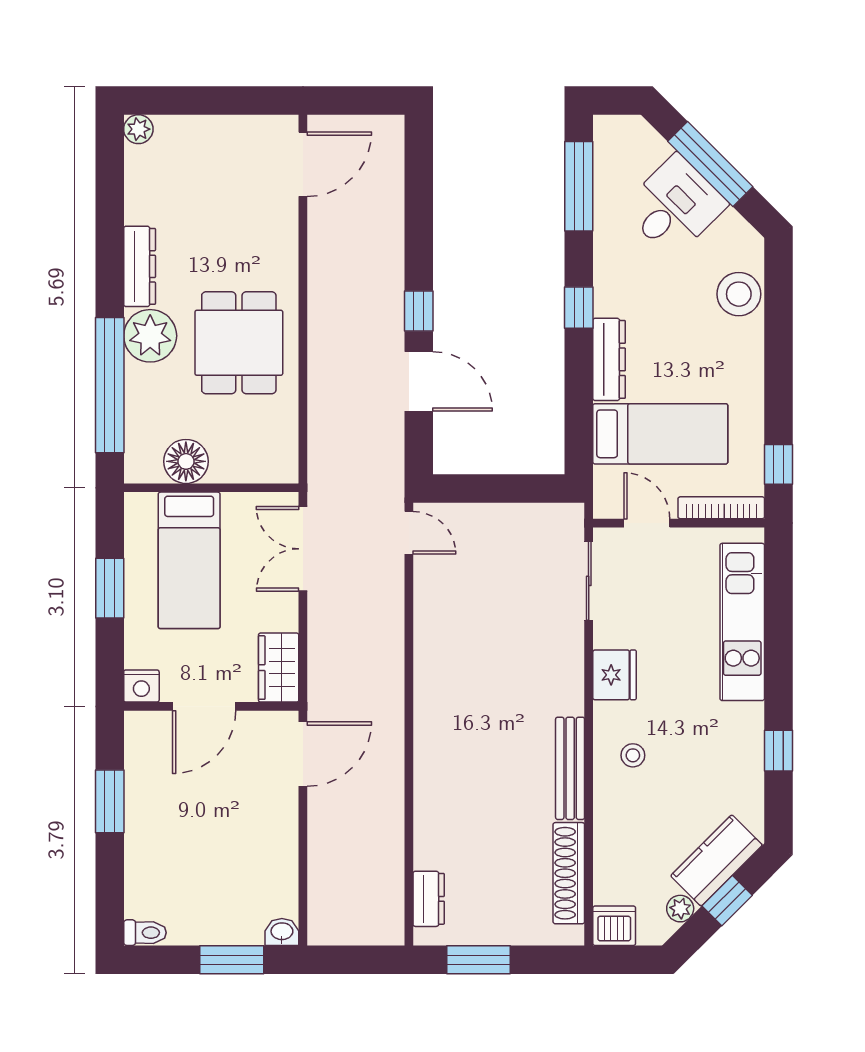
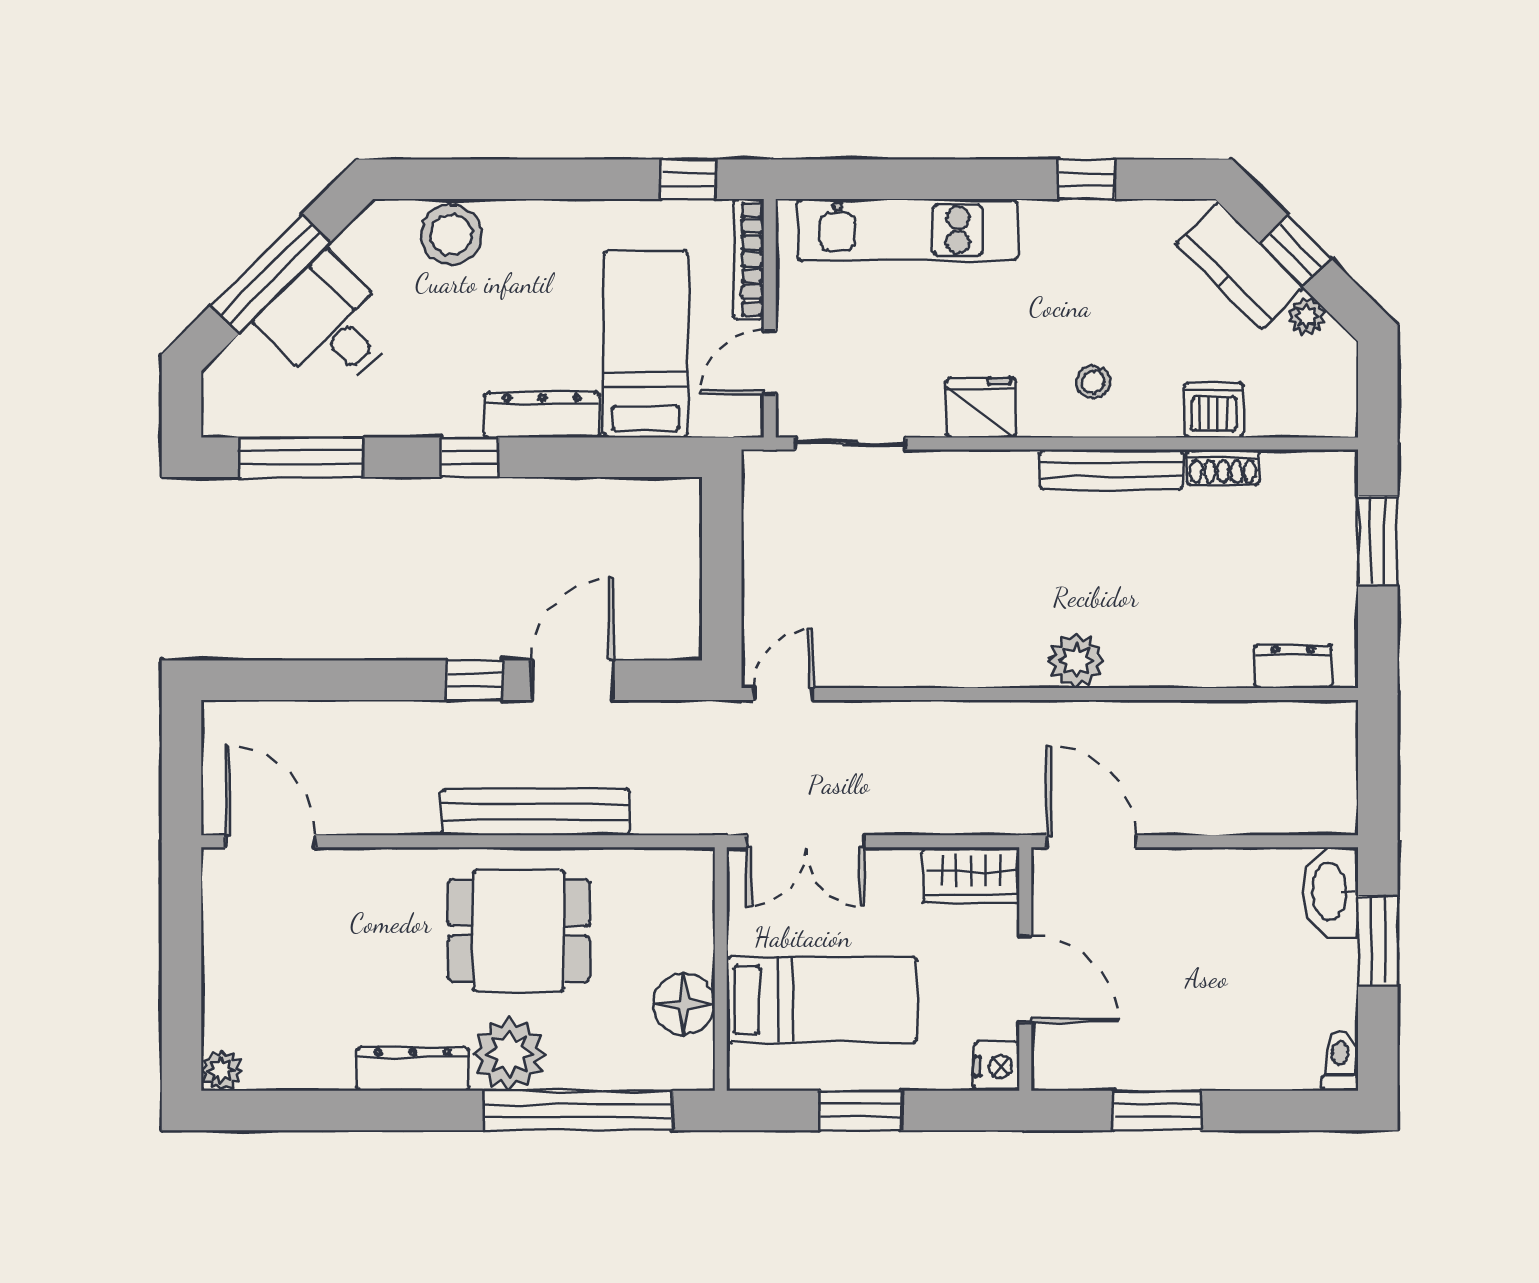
bench: (324, 354) -> (535, 812), added
plant: (433, 743) -> (1076, 661), added
shoe rack: (569, 873) -> (1223, 467), width x0.51, depth x0.81
dishwasher: (614, 926) -> (1214, 410), moved, turned 90
washbasin: (282, 932) -> (1331, 892), width x1.91, depth x1.45
window: (479, 960) -> (1378, 541), moved

